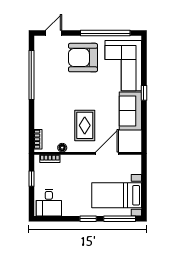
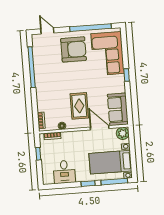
door: (54, 33) -> (47, 31), hinge flipped
armchair: (83, 58) -> (73, 49), turned 180
sofa: (130, 111) -> (118, 109), moved
door: (107, 153) -> (100, 128), hinge flipped
plant: (134, 162) -> (123, 133), added
desk: (49, 203) -> (64, 172), moved

